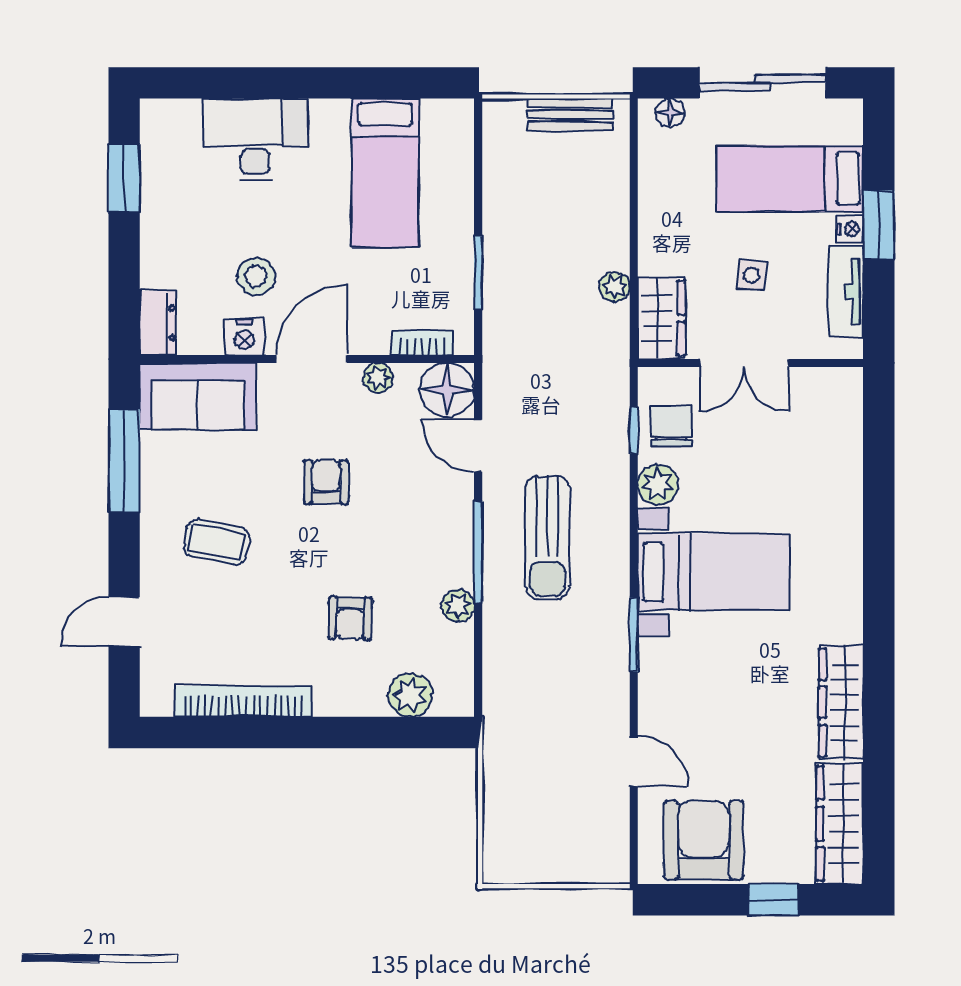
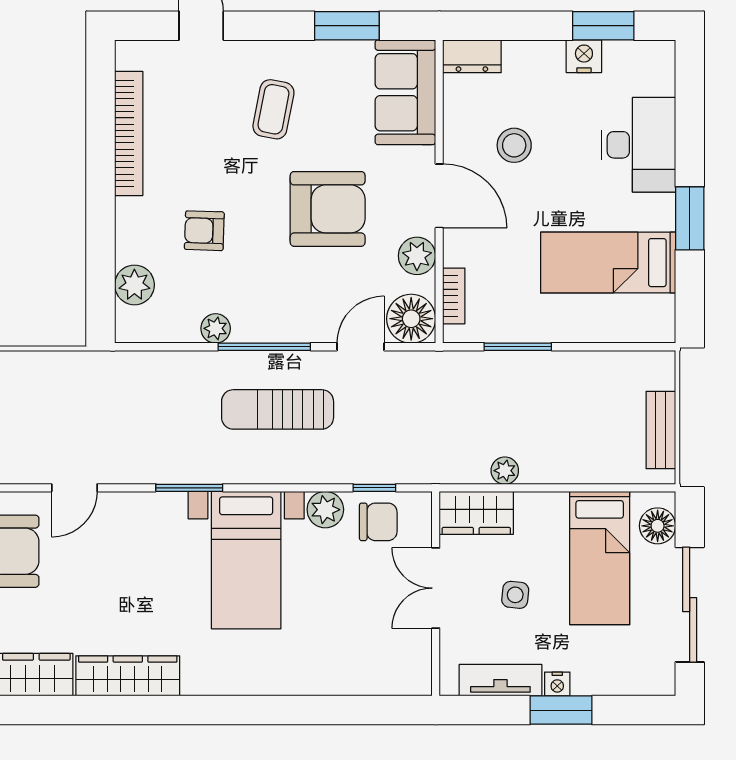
window: (337, 83) -> (690, 218), added
floor lamp: (670, 113) -> (658, 526), width x1.37, depth x1.37
bed: (790, 179) -> (600, 558), moved, turned 180
nightstand: (245, 337) -> (584, 56), moved, turned 90
plant: (378, 378) -> (417, 256), width x1.38, depth x1.38
window: (124, 461) -> (347, 26), width x0.69
armchair: (326, 482) -> (328, 209), width x1.88, depth x1.88

